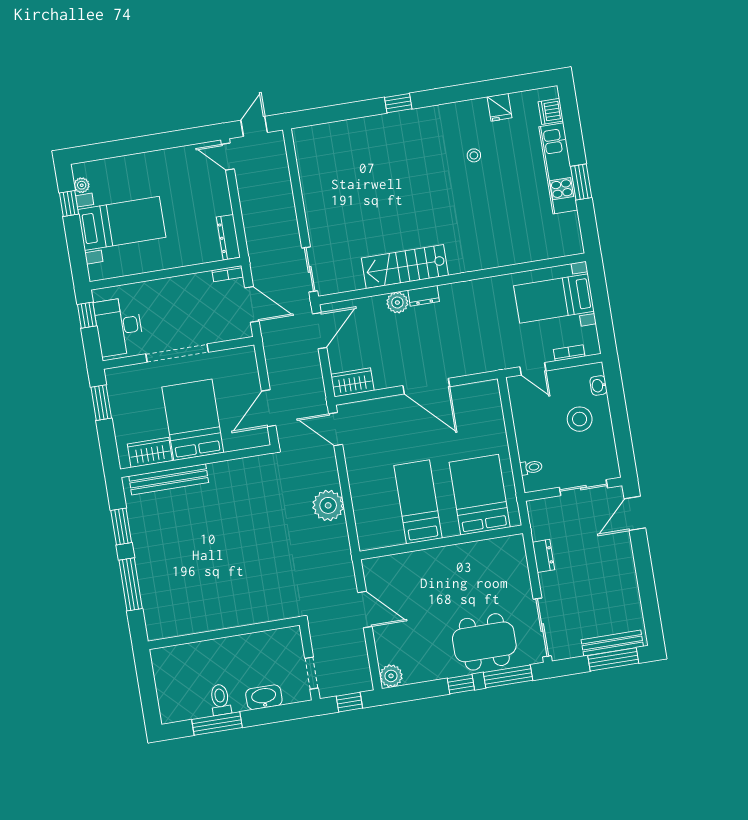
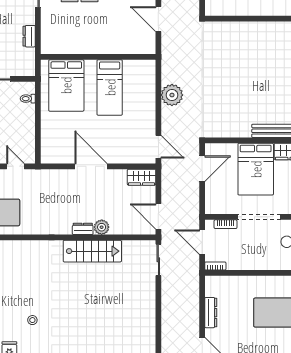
dresser: (228, 237) -> (211, 313), moved
door: (320, 331) -> (158, 216), hinge flipped
bookcase: (223, 335) -> (226, 224), added

